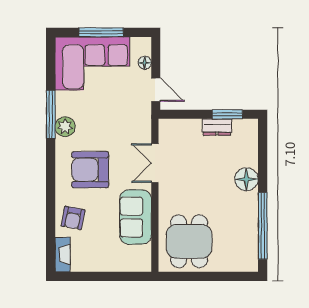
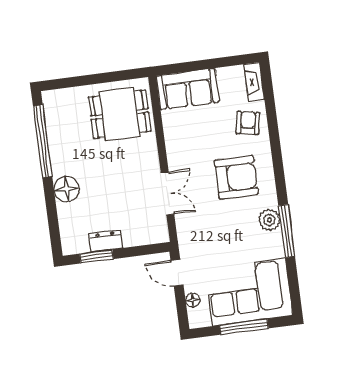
sofa: (135, 217) -> (188, 89), moved, turned 90
dining table: (189, 241) -> (120, 114), turned 90

